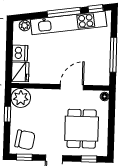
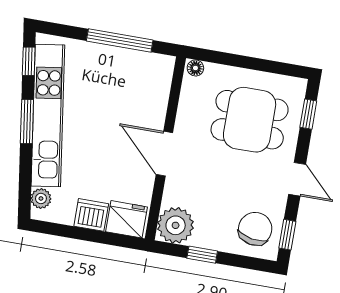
window: (64, 12) -> (27, 122), width x0.69
door: (72, 87) -> (164, 154), moved

